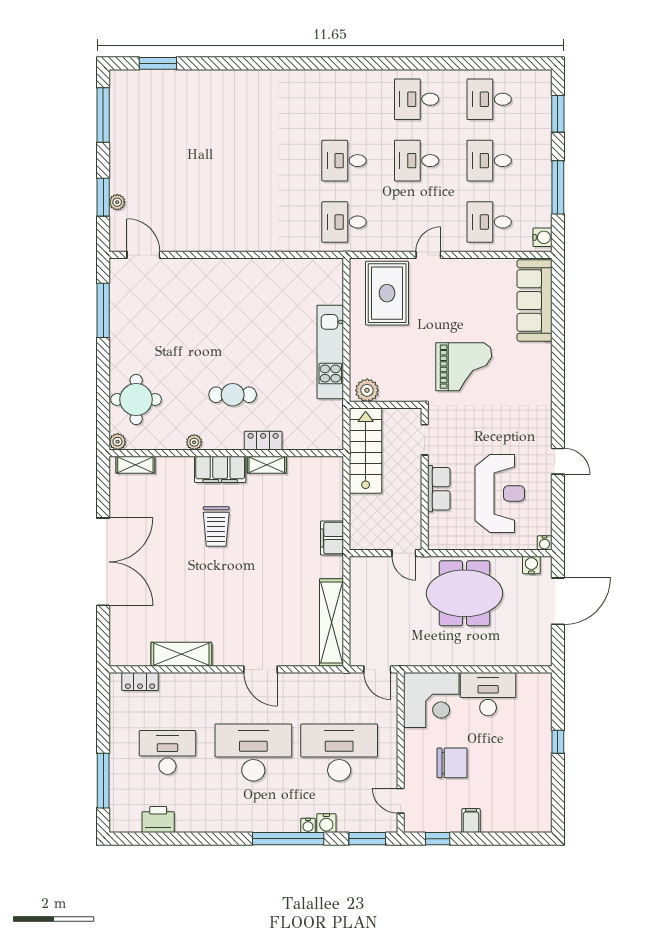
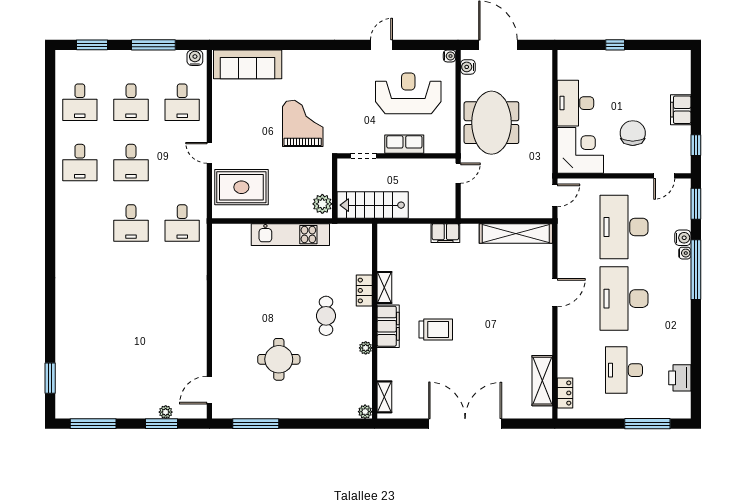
round table: (136, 399) -> (279, 359), moved
shelving: (181, 654) -> (542, 381), moved
filing cabinet: (471, 821) -> (681, 110), width x2.00

